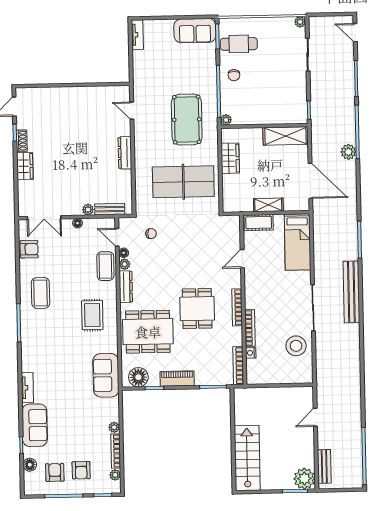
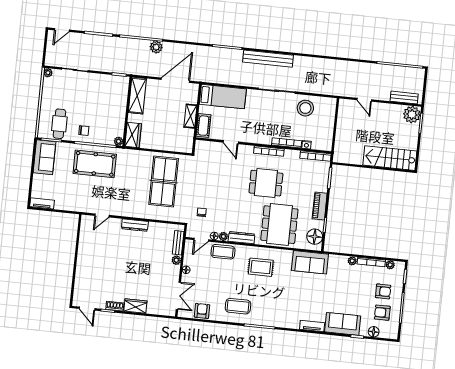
pool table: (187, 120) -> (95, 164), moved
wardrobe: (230, 158) -> (133, 135), moved, turned 90

